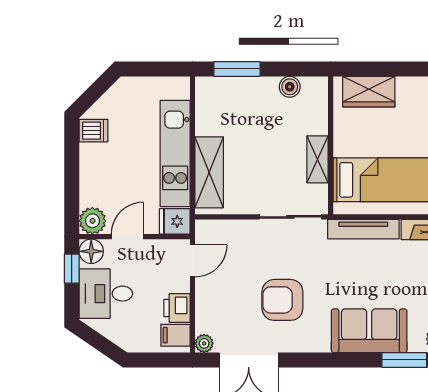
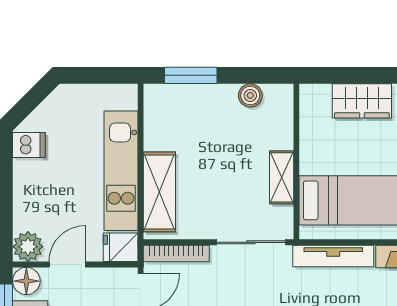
wardrobe: (369, 92) -> (362, 101), moved
bookcase: (224, 227) -> (176, 253), added

